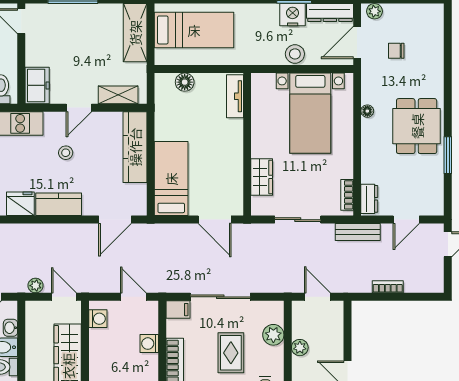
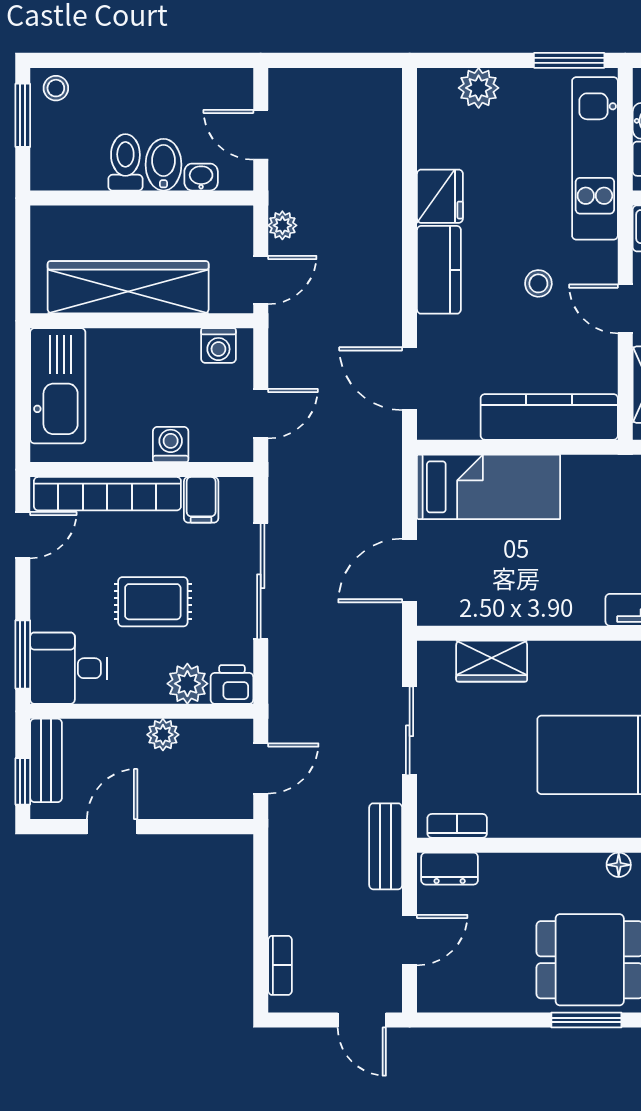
window: (448, 155) -> (586, 1020), moved
door: (406, 220) -> (410, 940), swing flipped
bookcase: (388, 287) -> (280, 965), moved
filing cabinet: (178, 310) -> (201, 500), moved
printer: (274, 312) -> (232, 684), added

